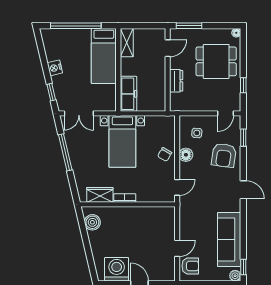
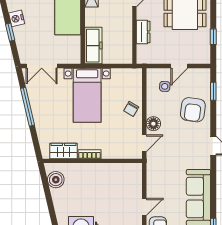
window: (51, 92) -> (10, 32), moved
door: (225, 113) -> (179, 66), moved
floor lamp: (186, 155) -> (153, 124), moved

